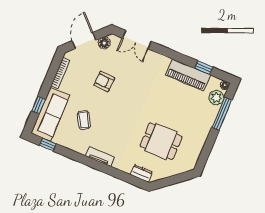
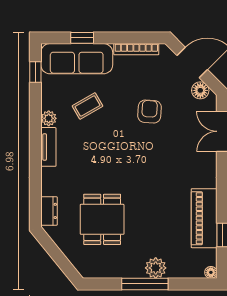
plant: (216, 98) -> (156, 268), moved
window: (222, 114) -> (145, 284), moved
plant: (81, 149) -> (49, 118), added

